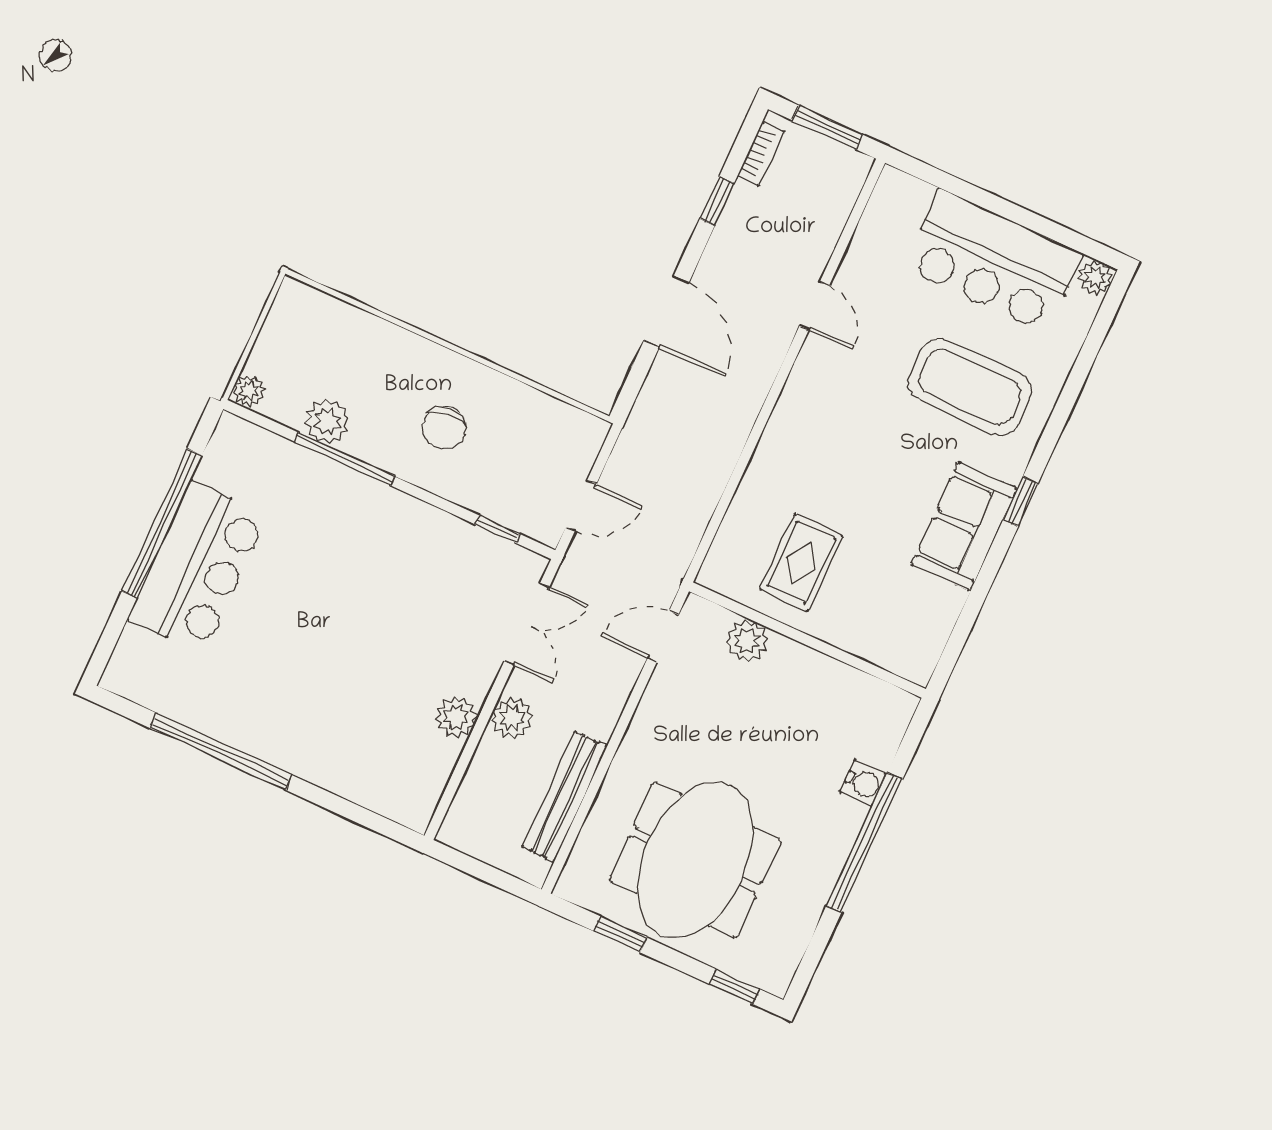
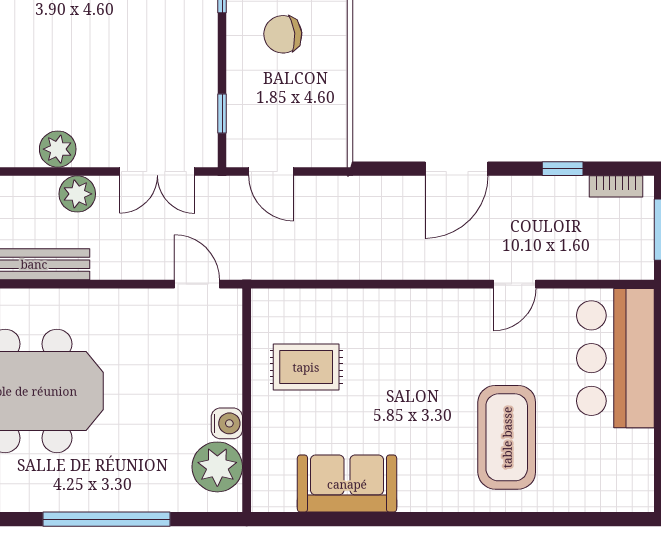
bar counter: (993, 261) -> (615, 358), moved
plant: (1095, 278) -> (639, 497), removed
window: (1020, 502) -> (434, 519), removed
sofa: (964, 526) -> (347, 484), moved
plant: (747, 641) -> (217, 467), moved, width x1.36, depth x1.36
water cooler: (863, 783) -> (227, 423), moved, turned -90

